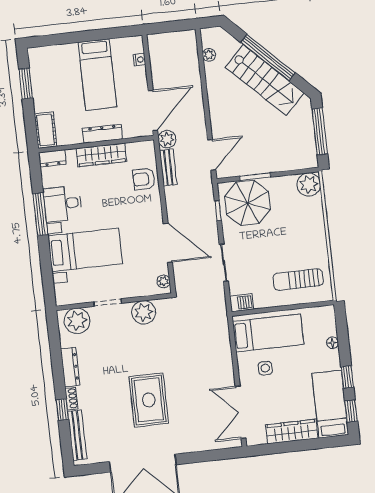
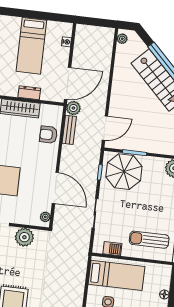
plant: (209, 55) -> (122, 39), moved
dresser: (102, 134) -> (29, 93), width x0.70
barbecue: (242, 303) -> (112, 249), moved

